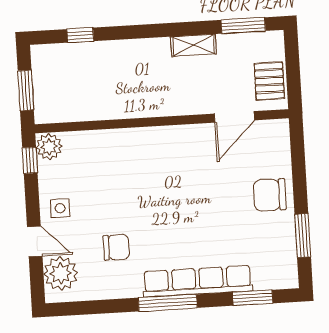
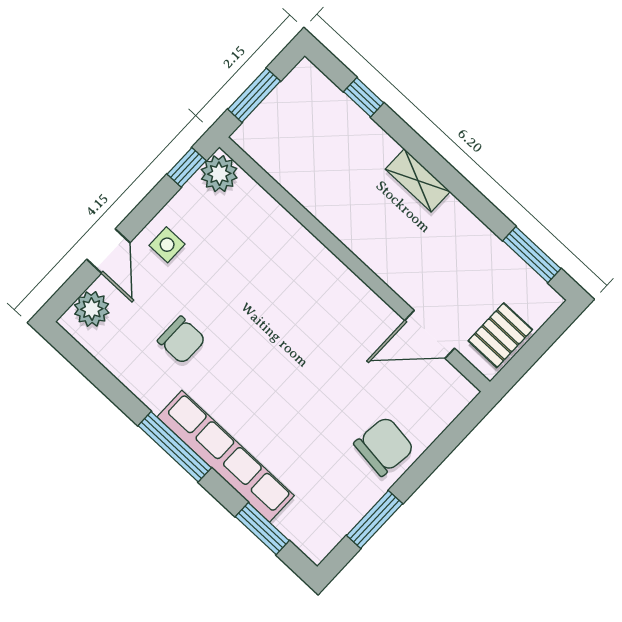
shelving: (194, 45) -> (418, 180), moved
chair: (270, 195) -> (384, 446), turned 97
plant: (61, 273) -> (92, 309), width x0.73, depth x0.73

